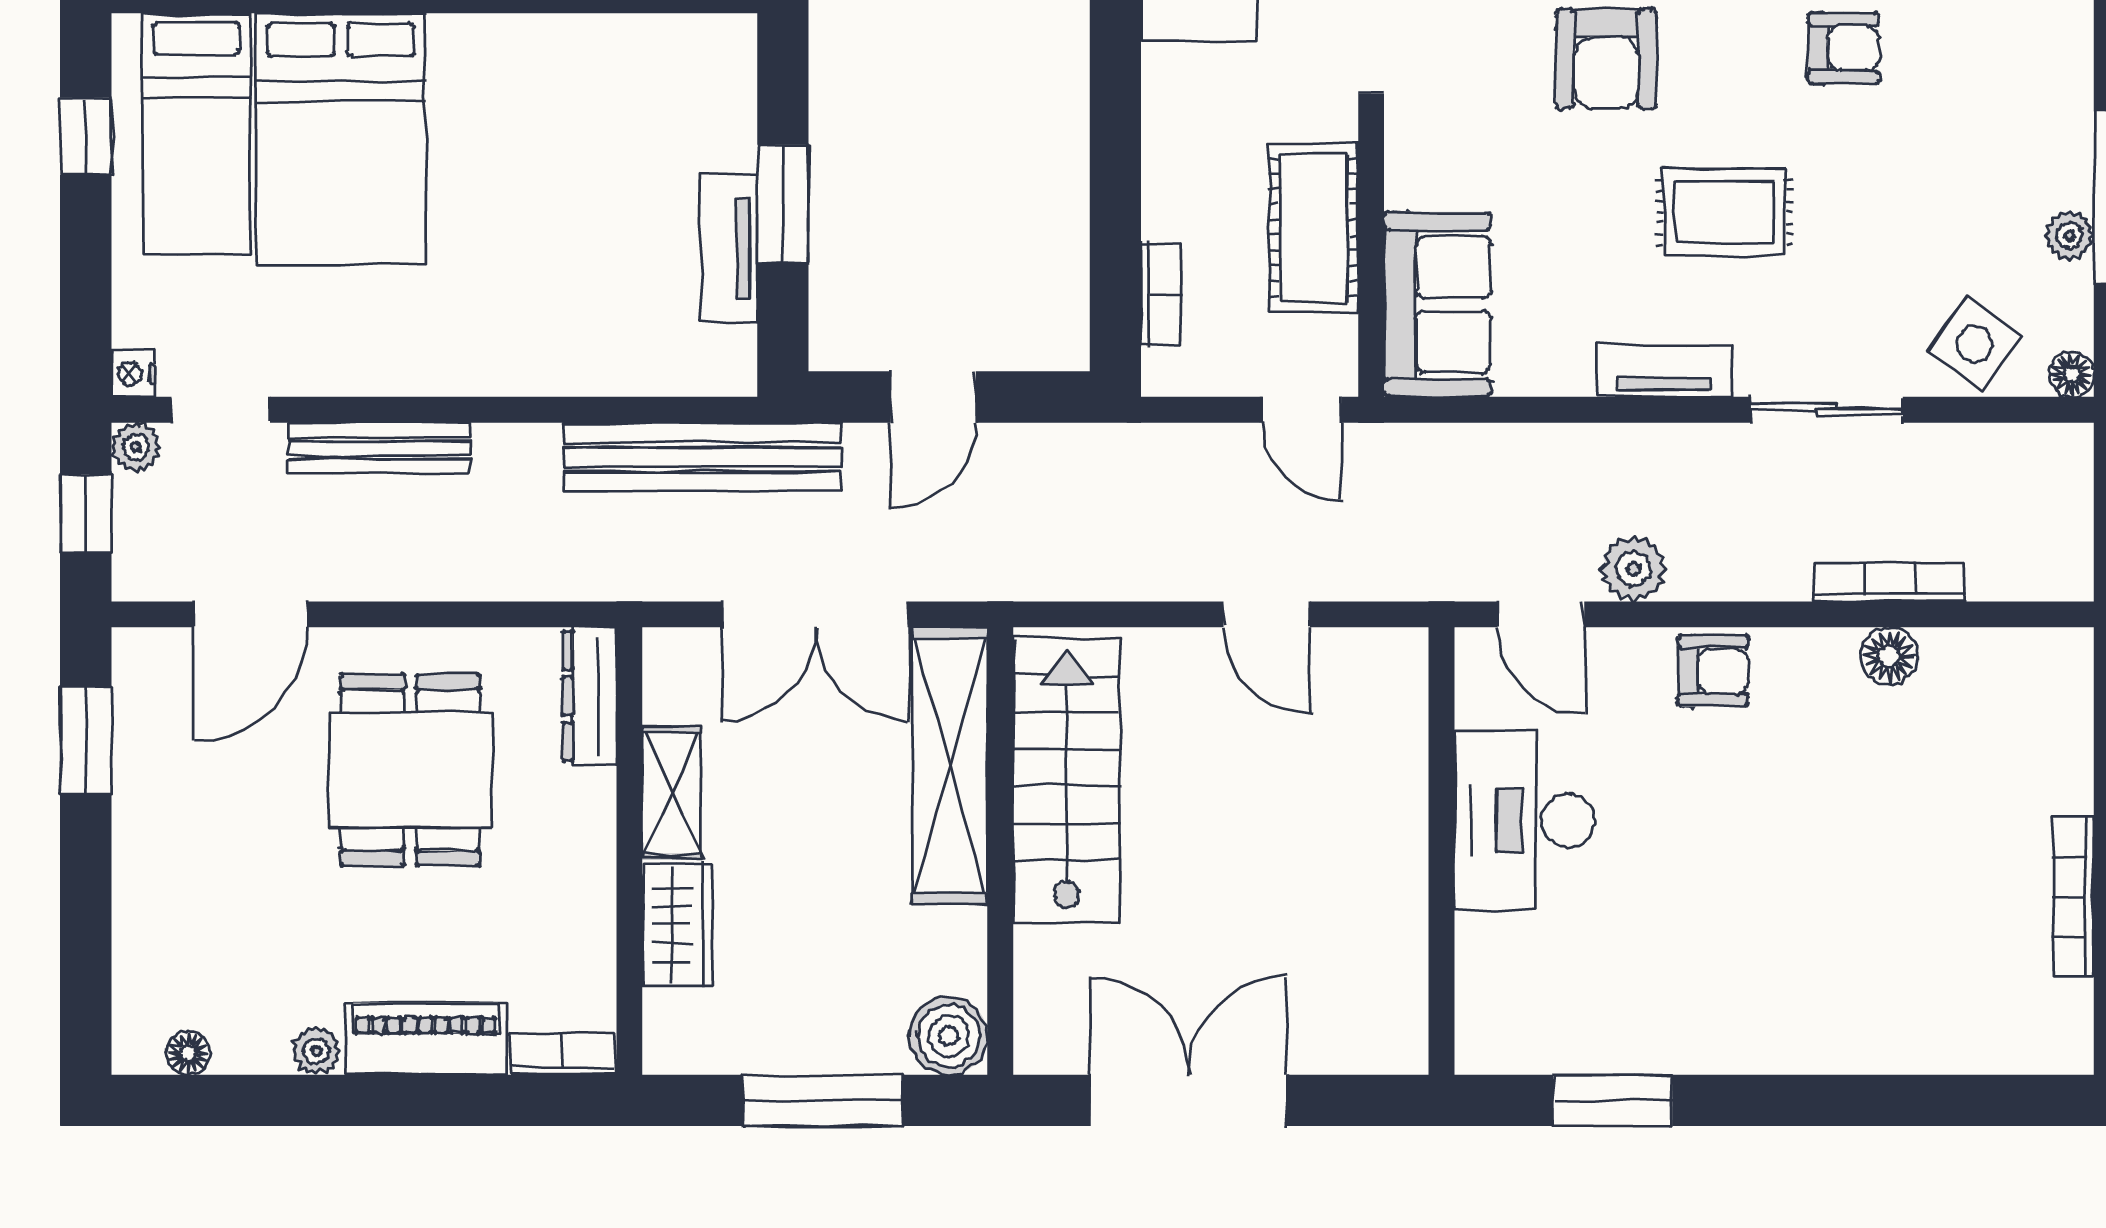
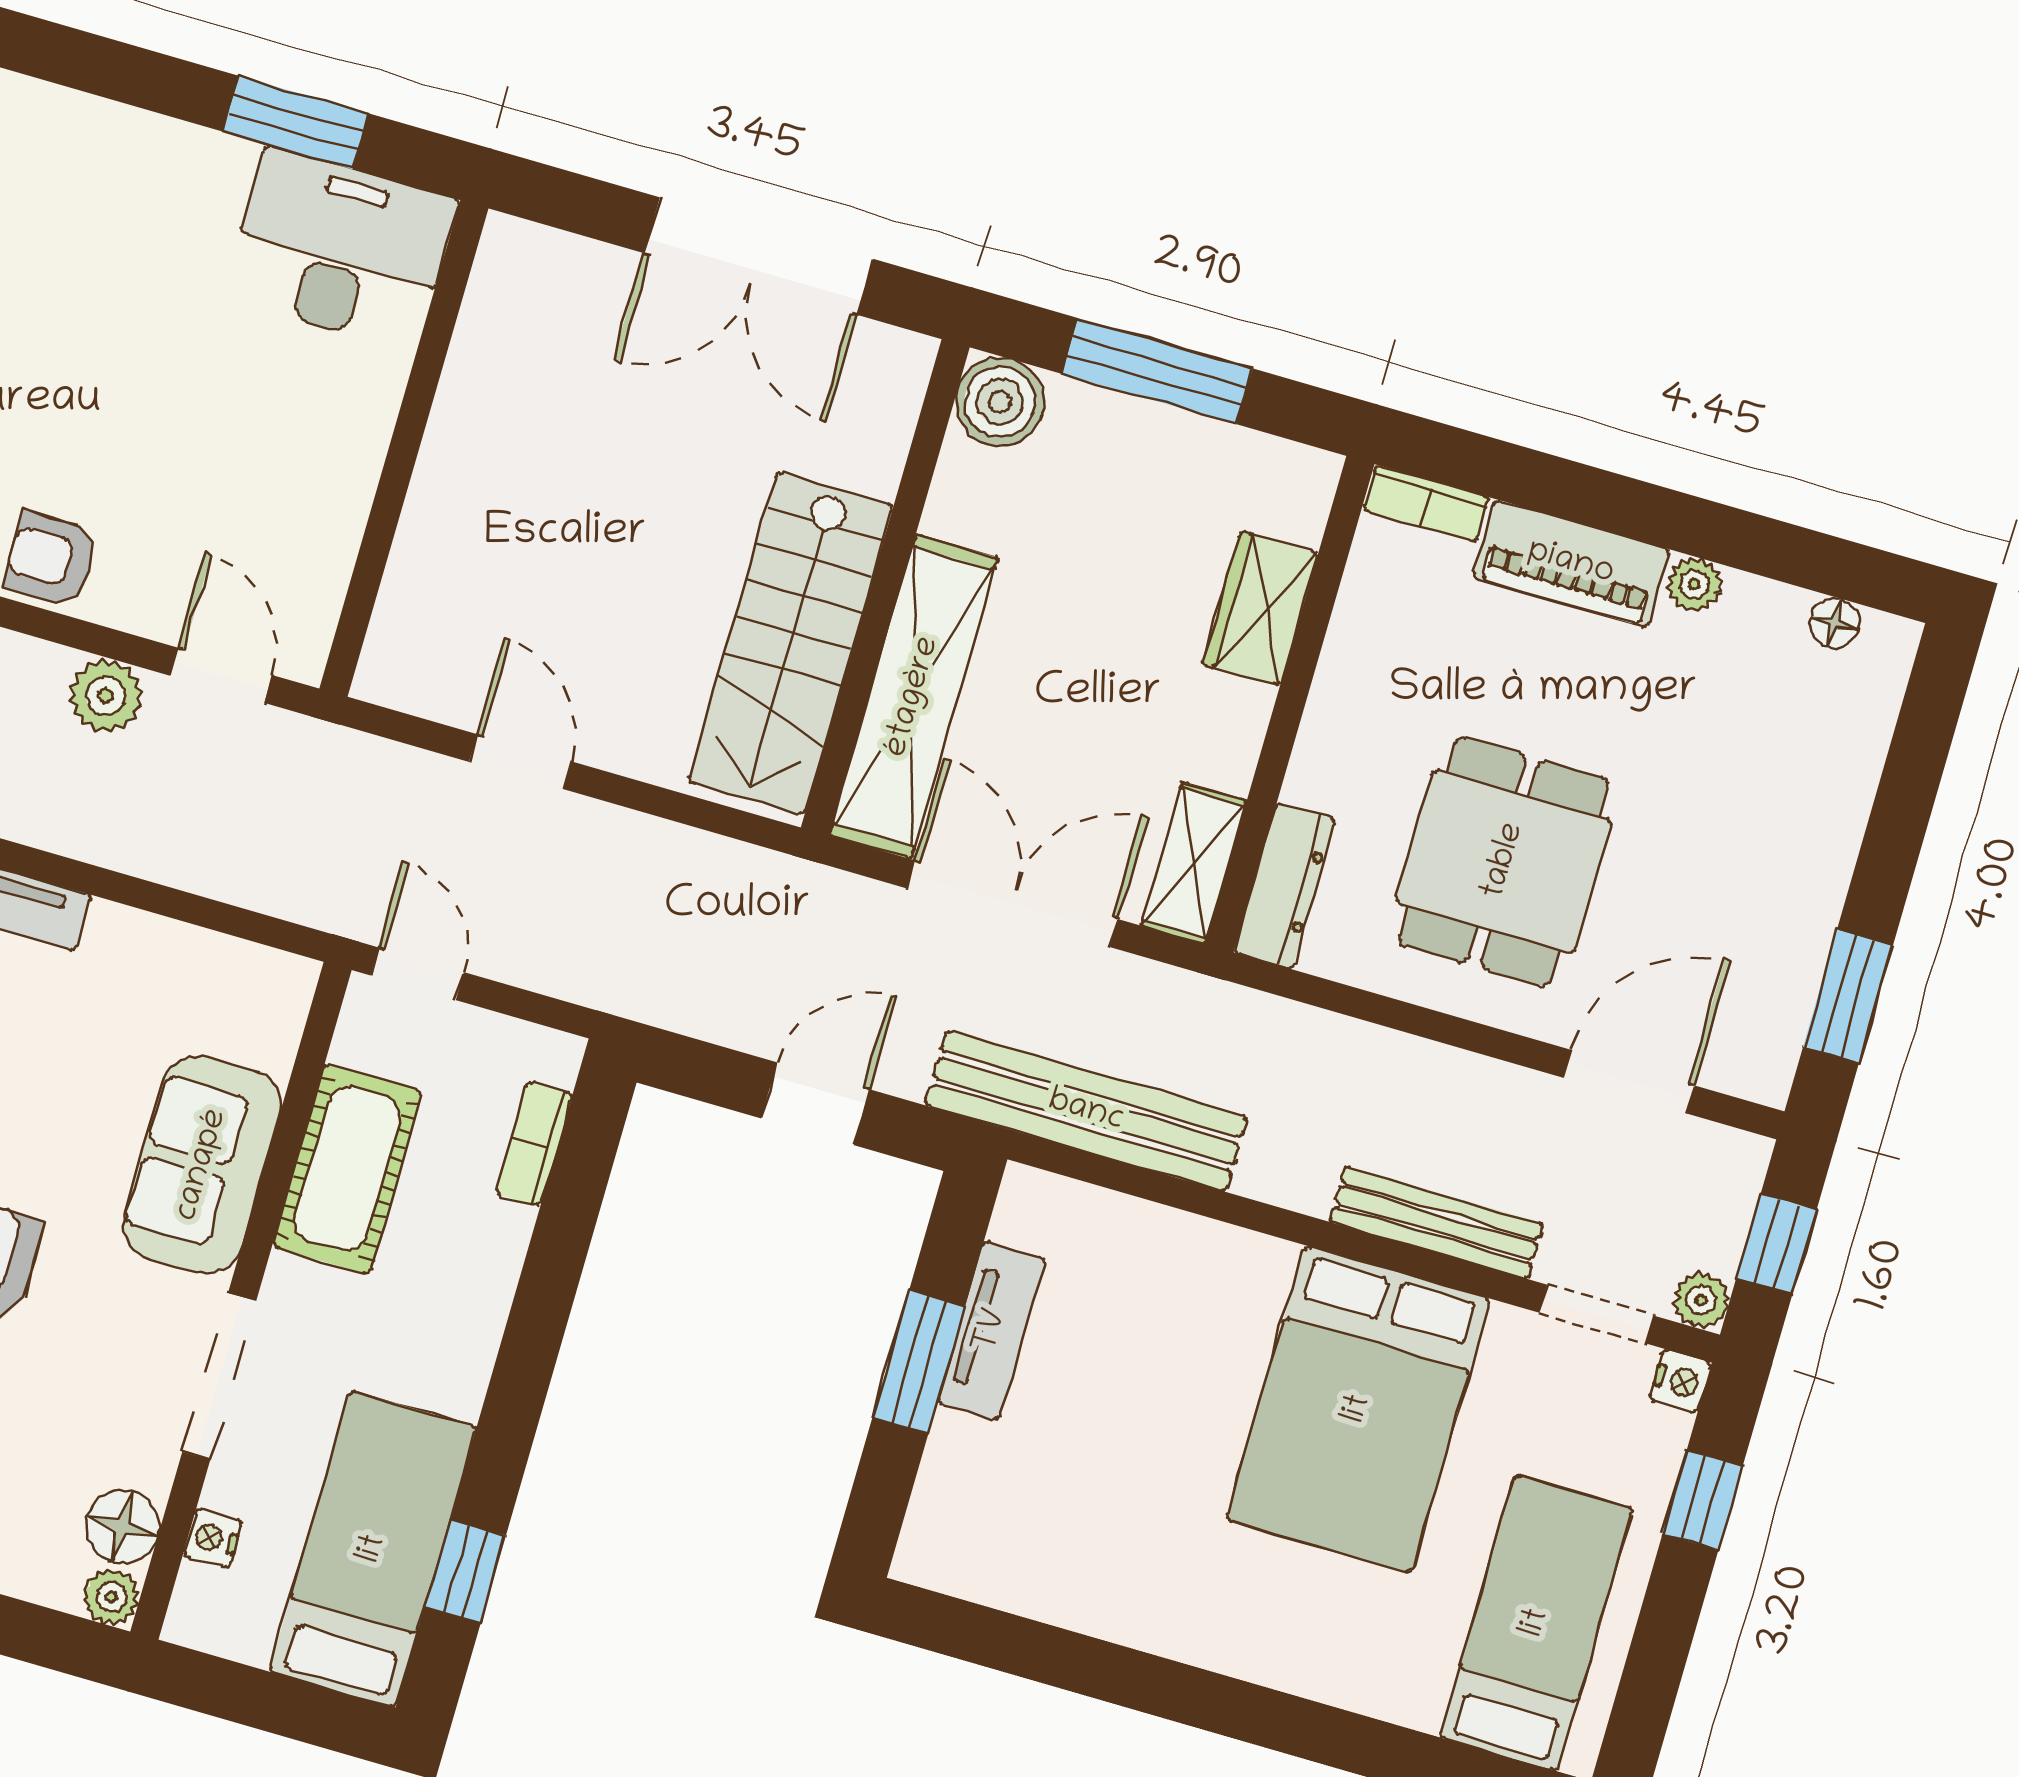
window: (86, 136) -> (1703, 1500), moved
bed: (341, 139) -> (1358, 1409), moved, turned 180
sofa: (1437, 304) -> (202, 1165), moved
shelving: (672, 793) -> (1194, 863), moved
desk: (1524, 820) -> (341, 249), moved, turned -90

